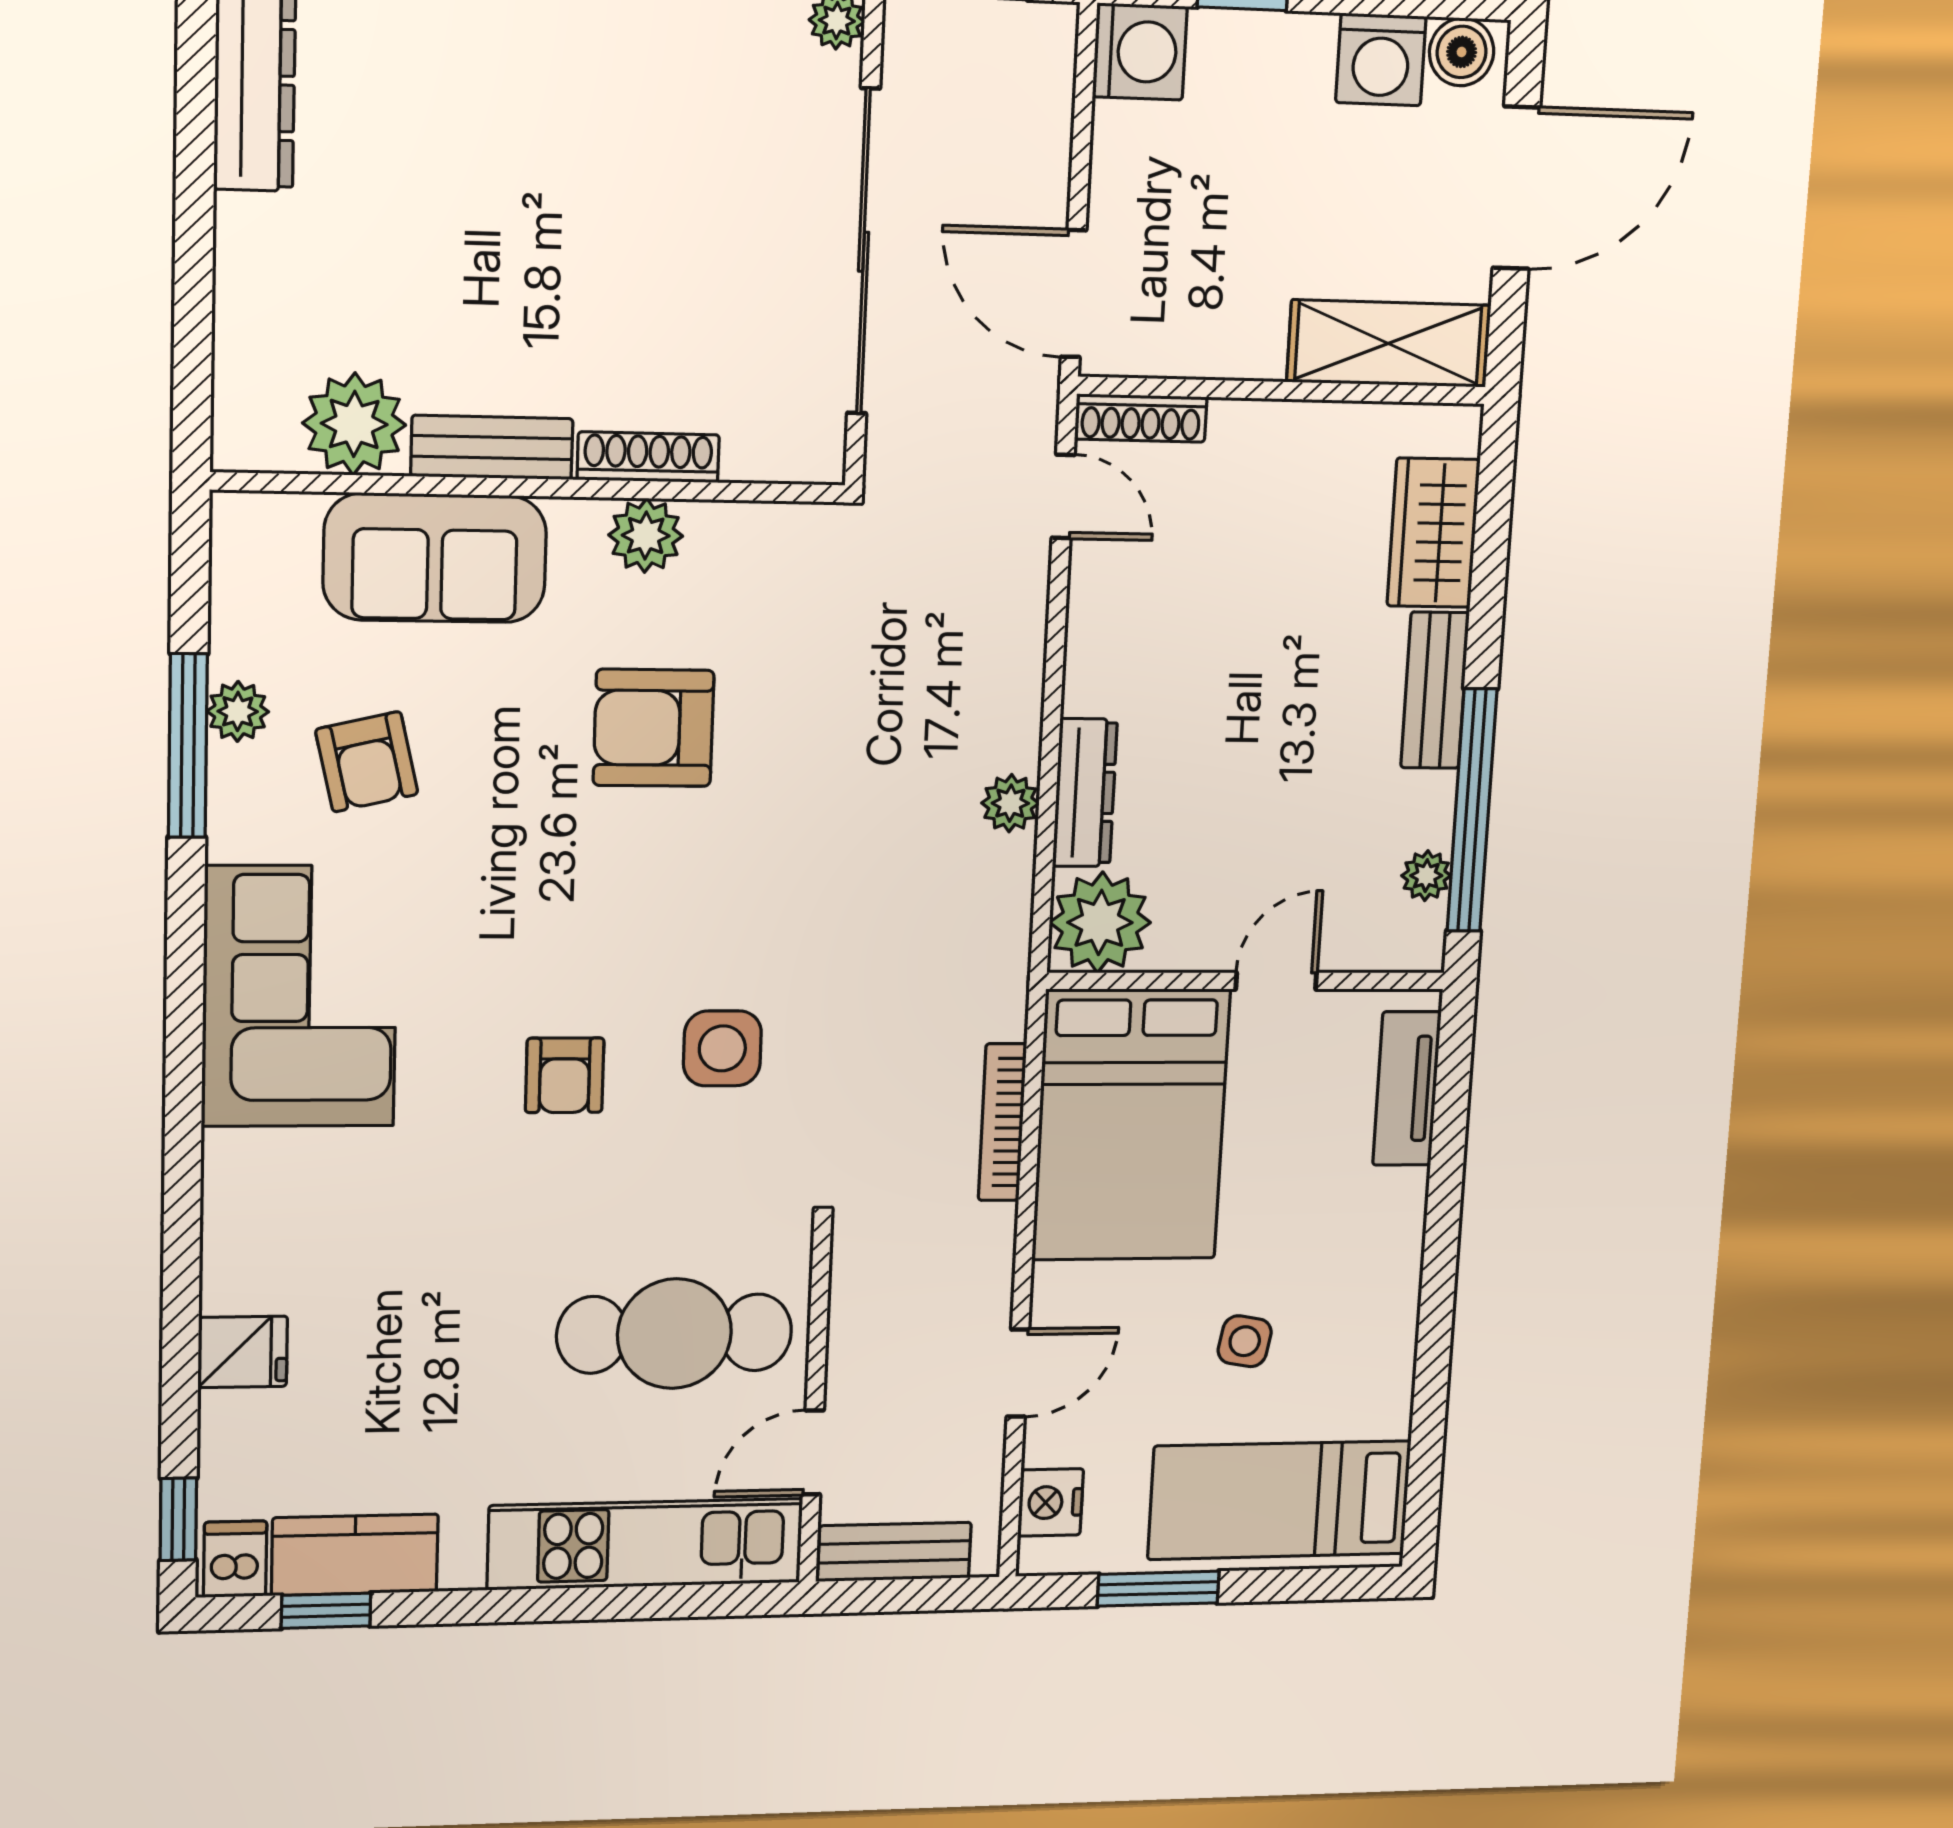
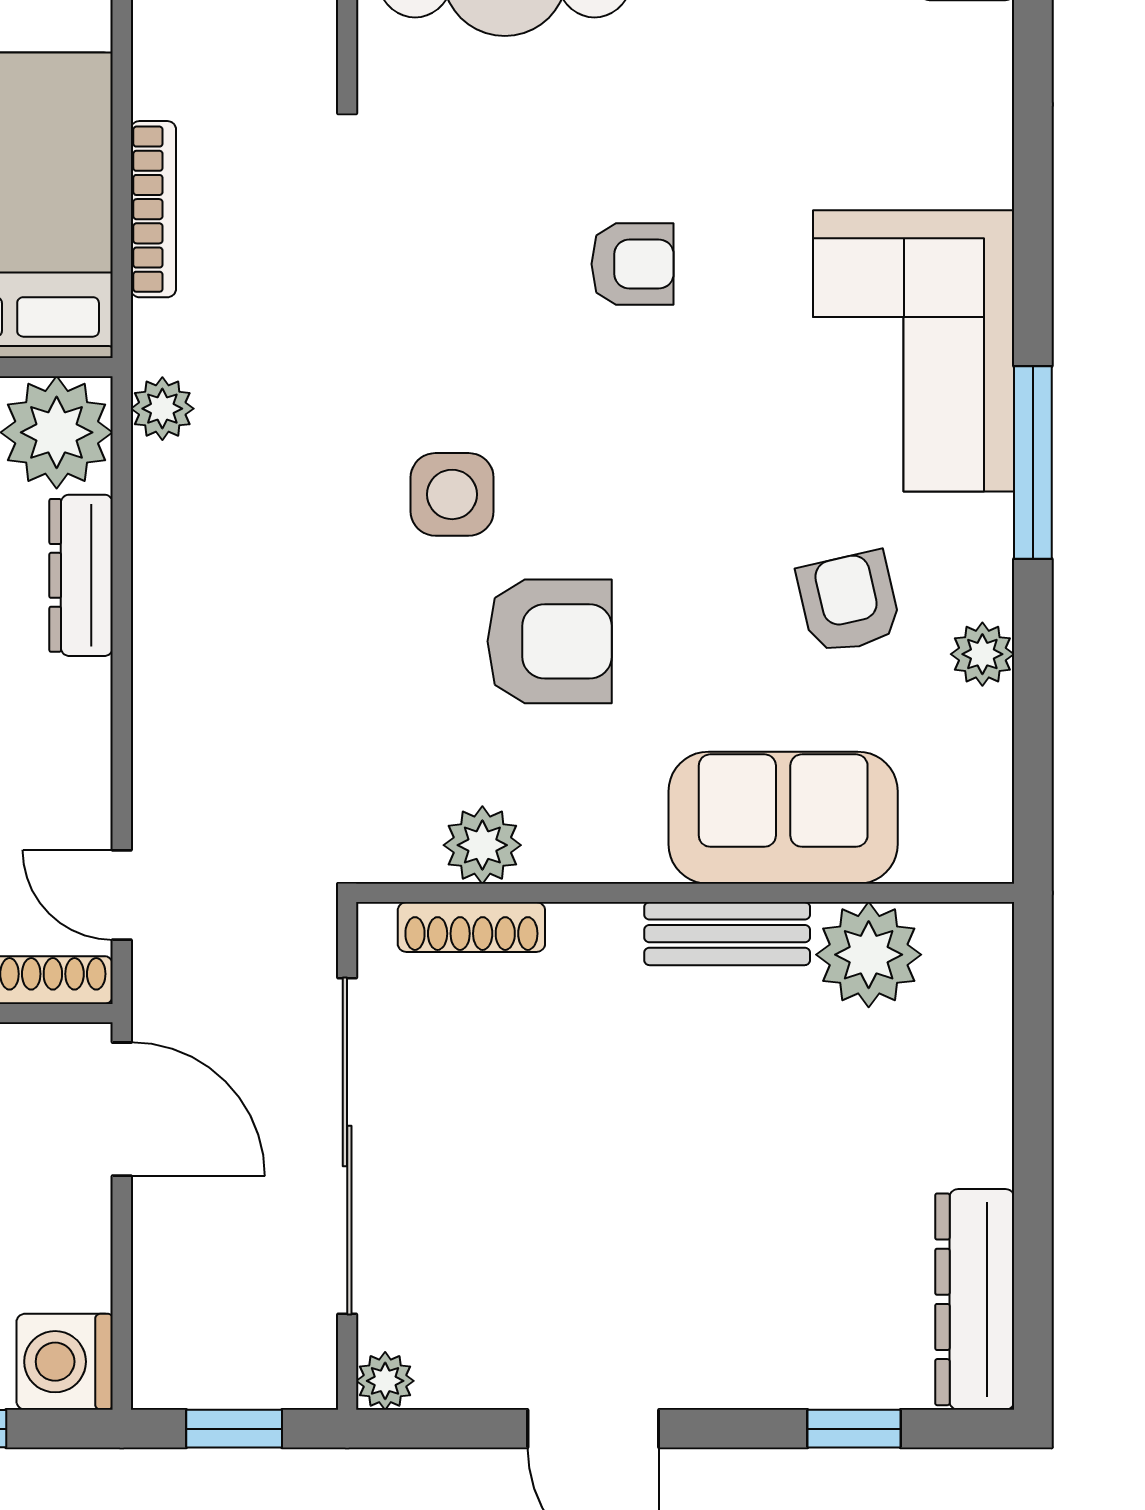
shoe rack: (648, 457) -> (471, 927), moved
plant: (646, 535) -> (482, 845), moved
window: (188, 746) -> (1033, 462), moved
plant: (1010, 803) -> (162, 409), moved
side table: (722, 1048) -> (452, 494), moved
armchair: (565, 1075) -> (632, 264), turned 90

